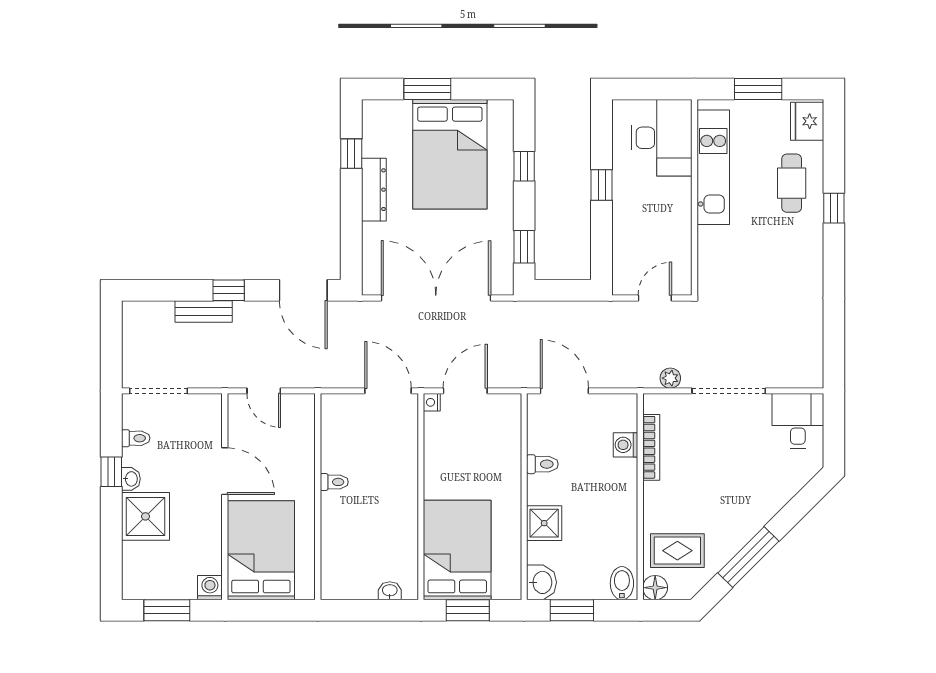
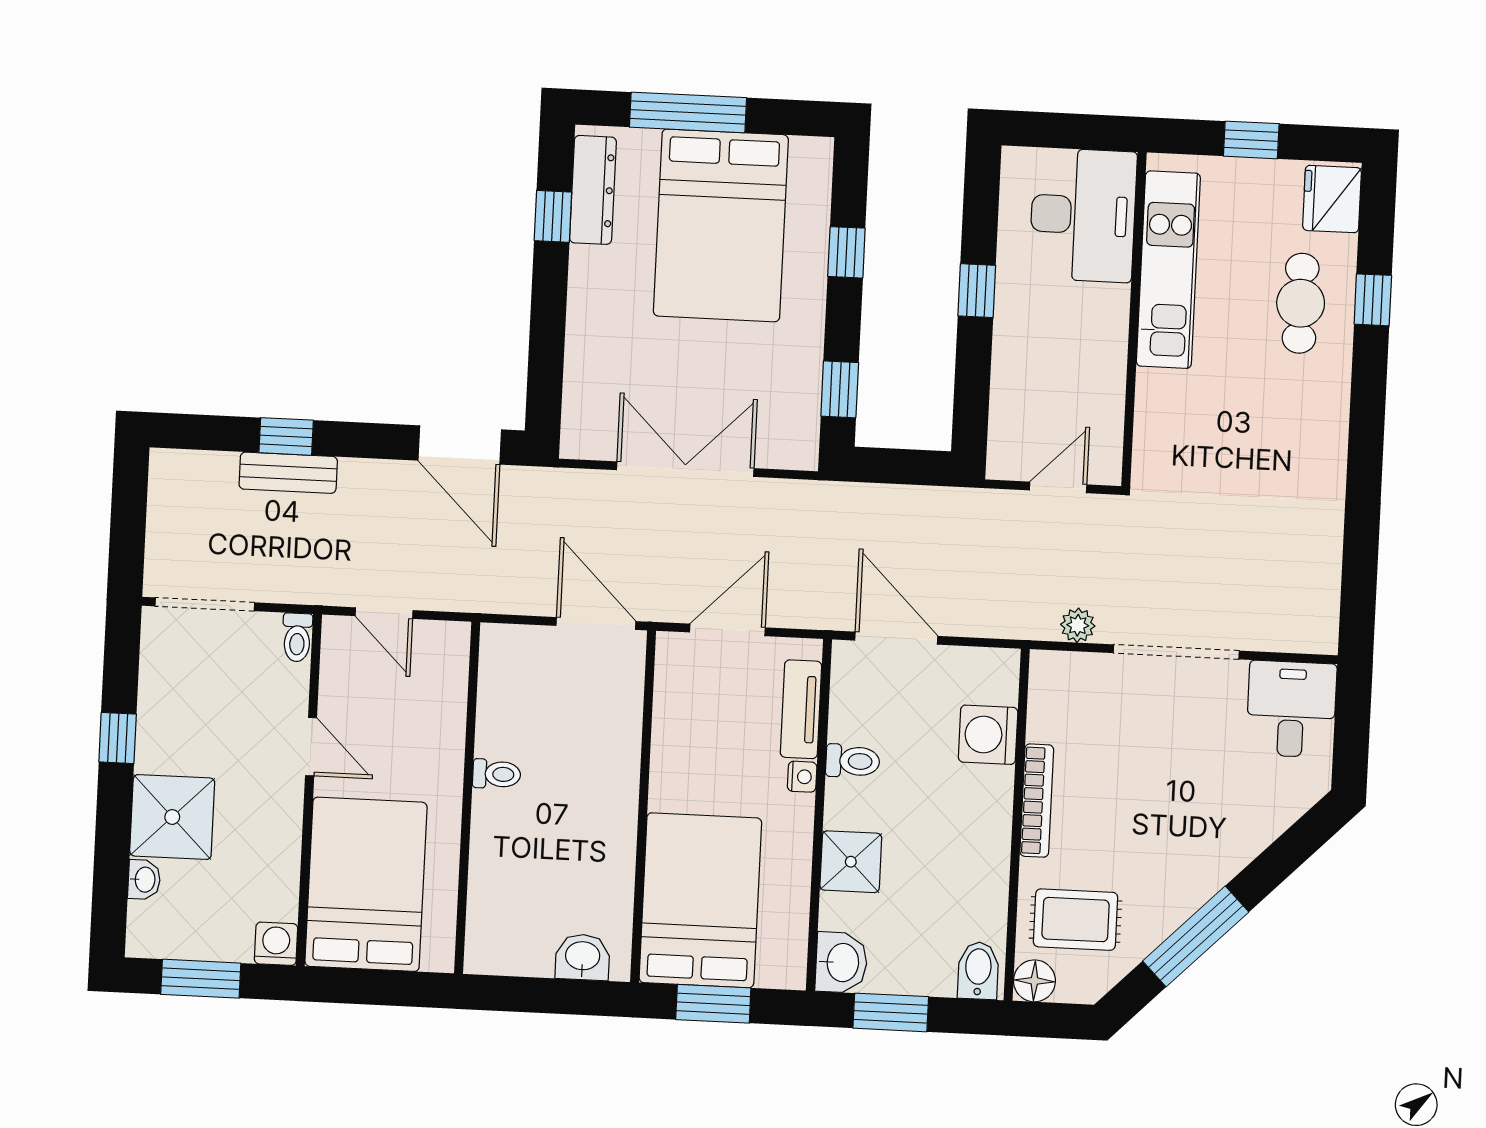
window: (427, 89) -> (688, 112), width x1.44
window: (758, 89) -> (1251, 140), width x0.67
dresser: (374, 190) -> (593, 190), moved
window: (834, 208) -> (1373, 300), moved
window: (229, 290) -> (286, 436), moved
double door: (436, 298) -> (685, 469), width x0.73
nightstand: (432, 402) -> (802, 777), moved, turned 180
tv unit: (511, 435) -> (801, 709), added
toilet: (136, 438) -> (297, 637), moved, turned 90
washing machine: (626, 445) -> (988, 735), width x1.38, depth x1.38
bookcase: (651, 447) -> (1037, 801), moved
door: (225, 471) -> (311, 747), width x0.73
washbasin: (131, 479) -> (144, 880), moved
washbasin: (390, 591) -> (583, 957), width x1.38, depth x1.45

